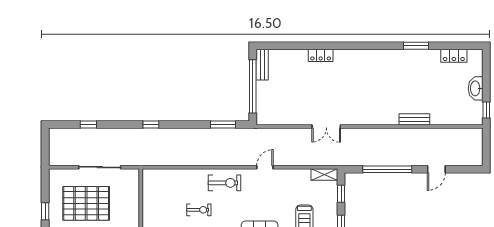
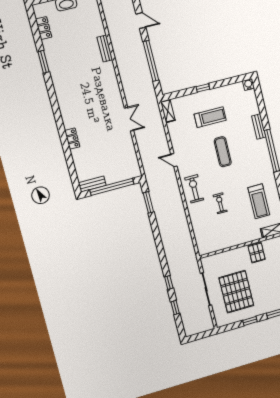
window: (151, 124) -> (169, 283), moved
window: (341, 194) -> (180, 94), removed

